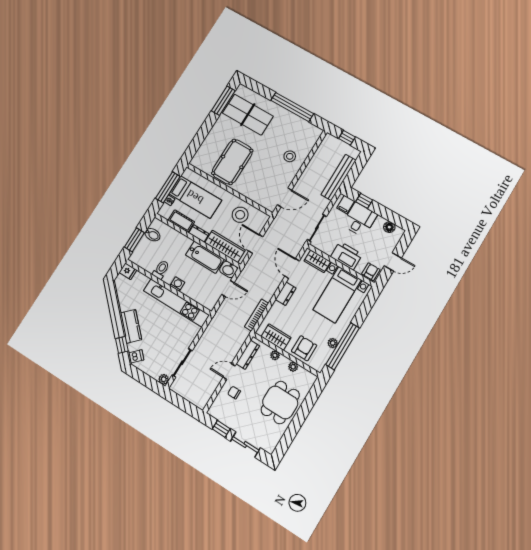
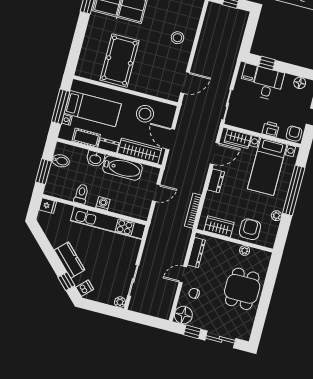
bench: (339, 177) -> (234, 46), removed
printer: (346, 256) -> (271, 129), width x0.53, depth x0.68
washbasin: (228, 269) -> (95, 159), moved
door: (292, 269) -> (215, 154), swing flipped
window: (343, 346) -> (294, 190), moved
plant: (275, 355) -> (223, 245), removed
floor lamp: (218, 410) -> (183, 315), added

